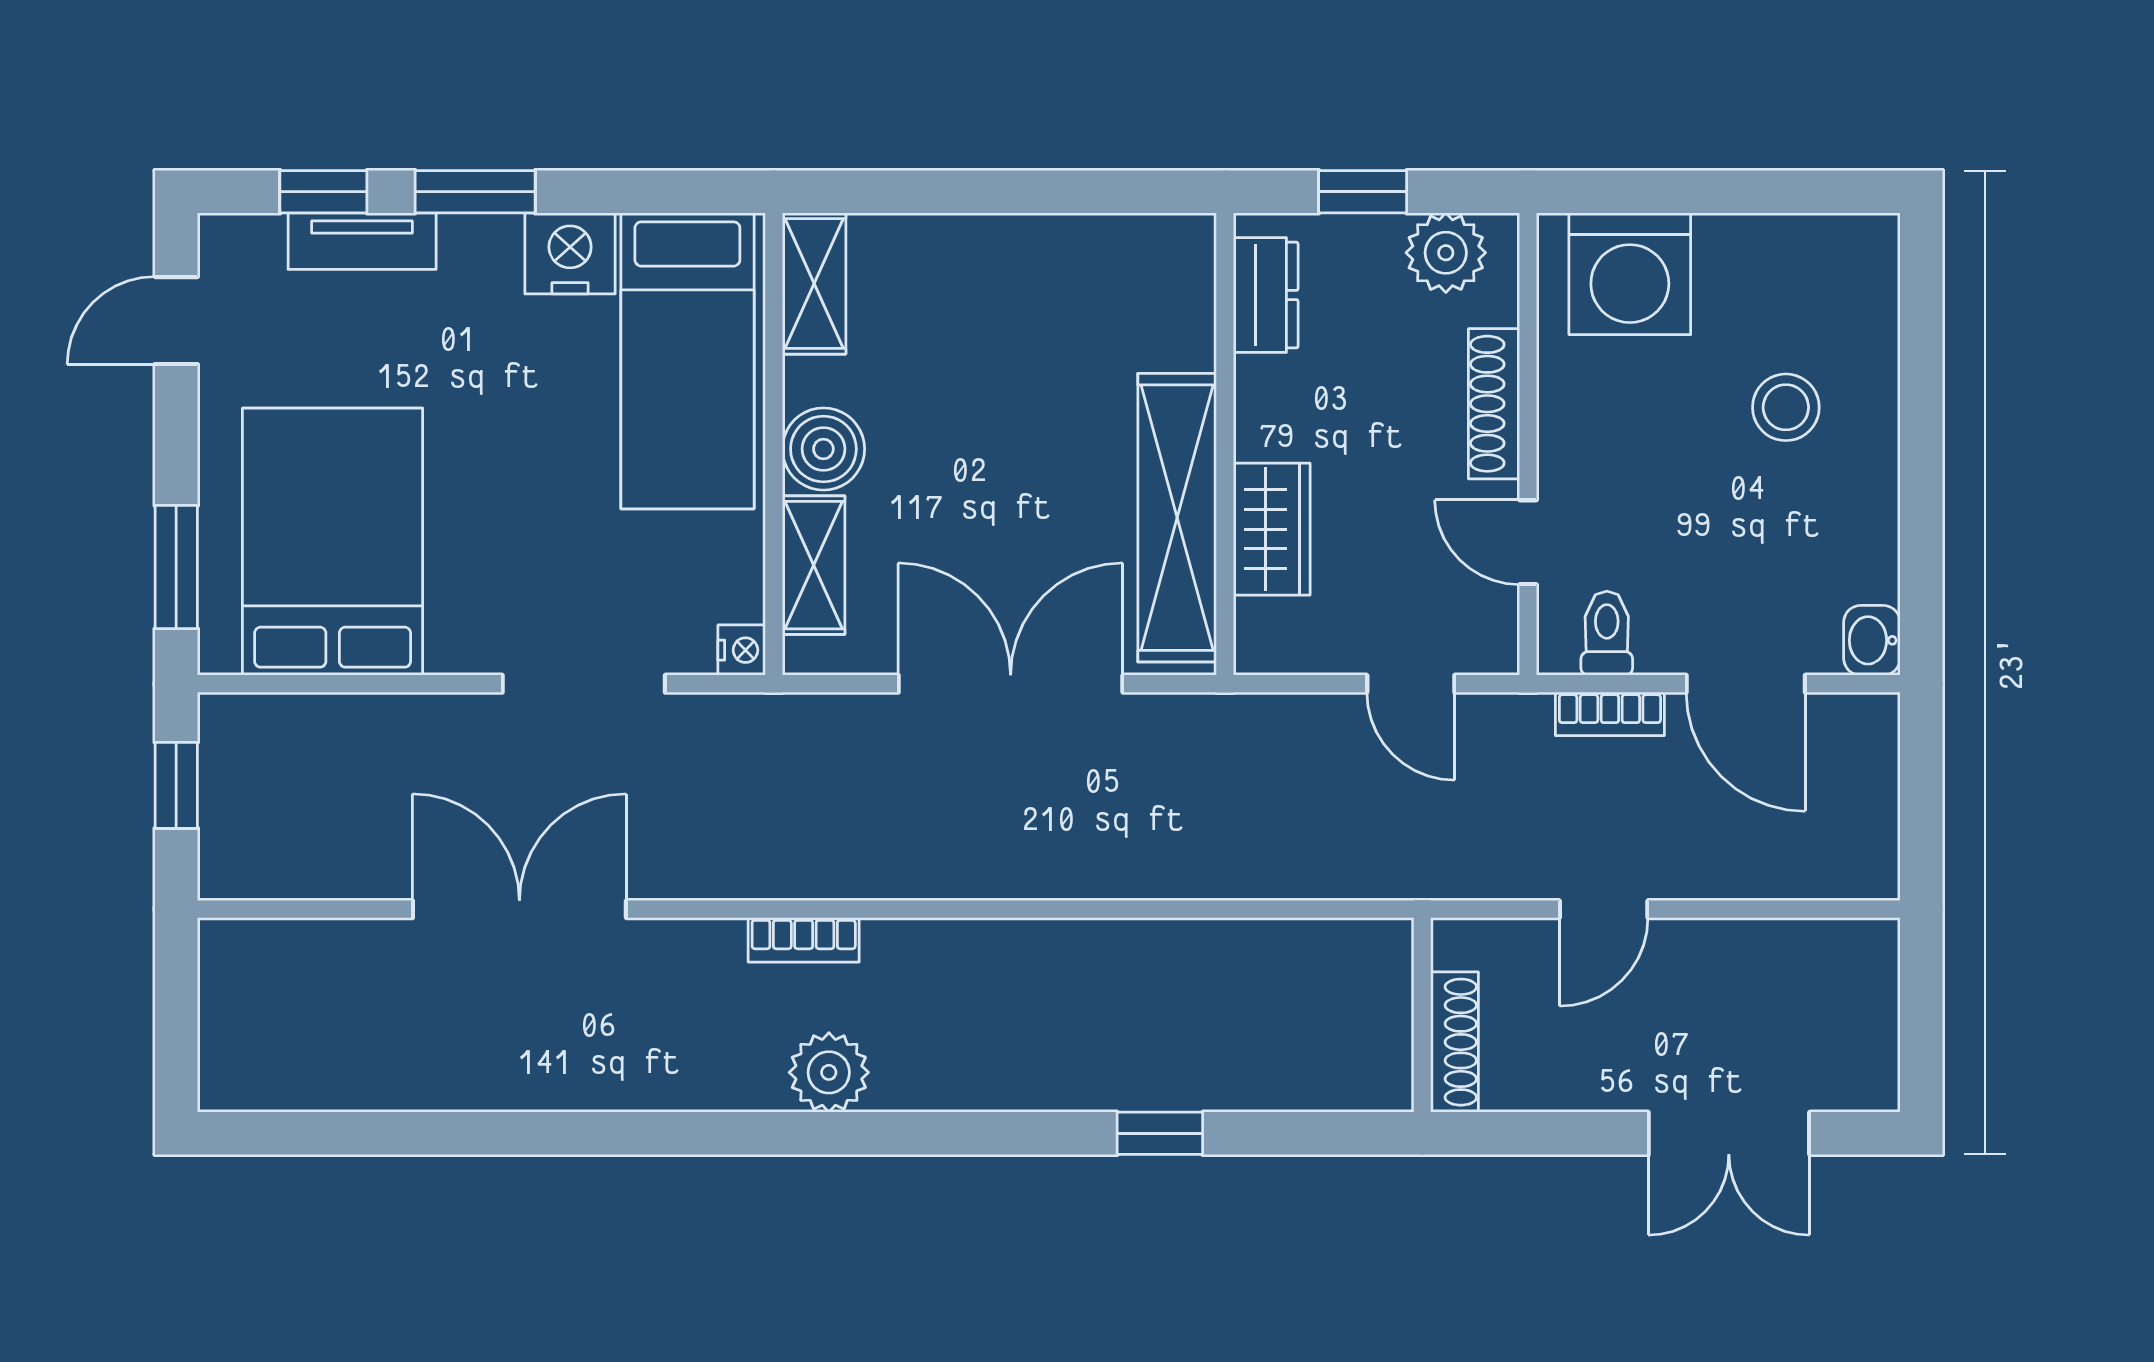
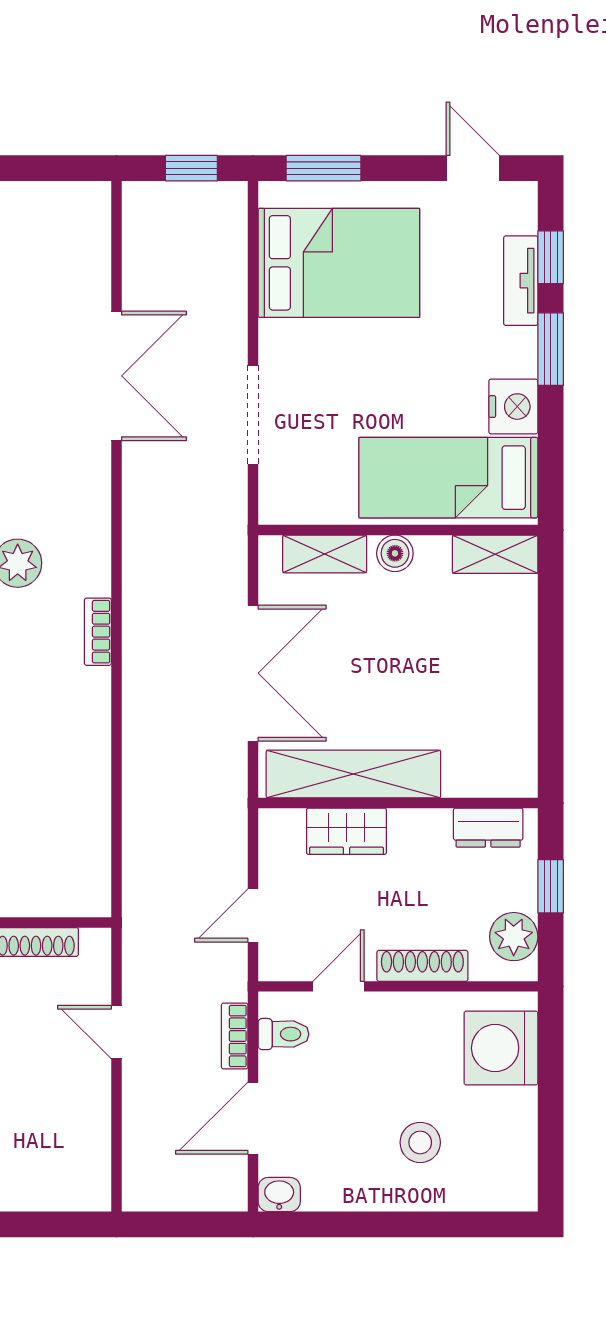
boiler: (823, 449) -> (395, 553), width x0.73, depth x0.73
nightstand: (742, 650) -> (273, 510), removed
bookcase: (804, 940) -> (98, 632), moved

